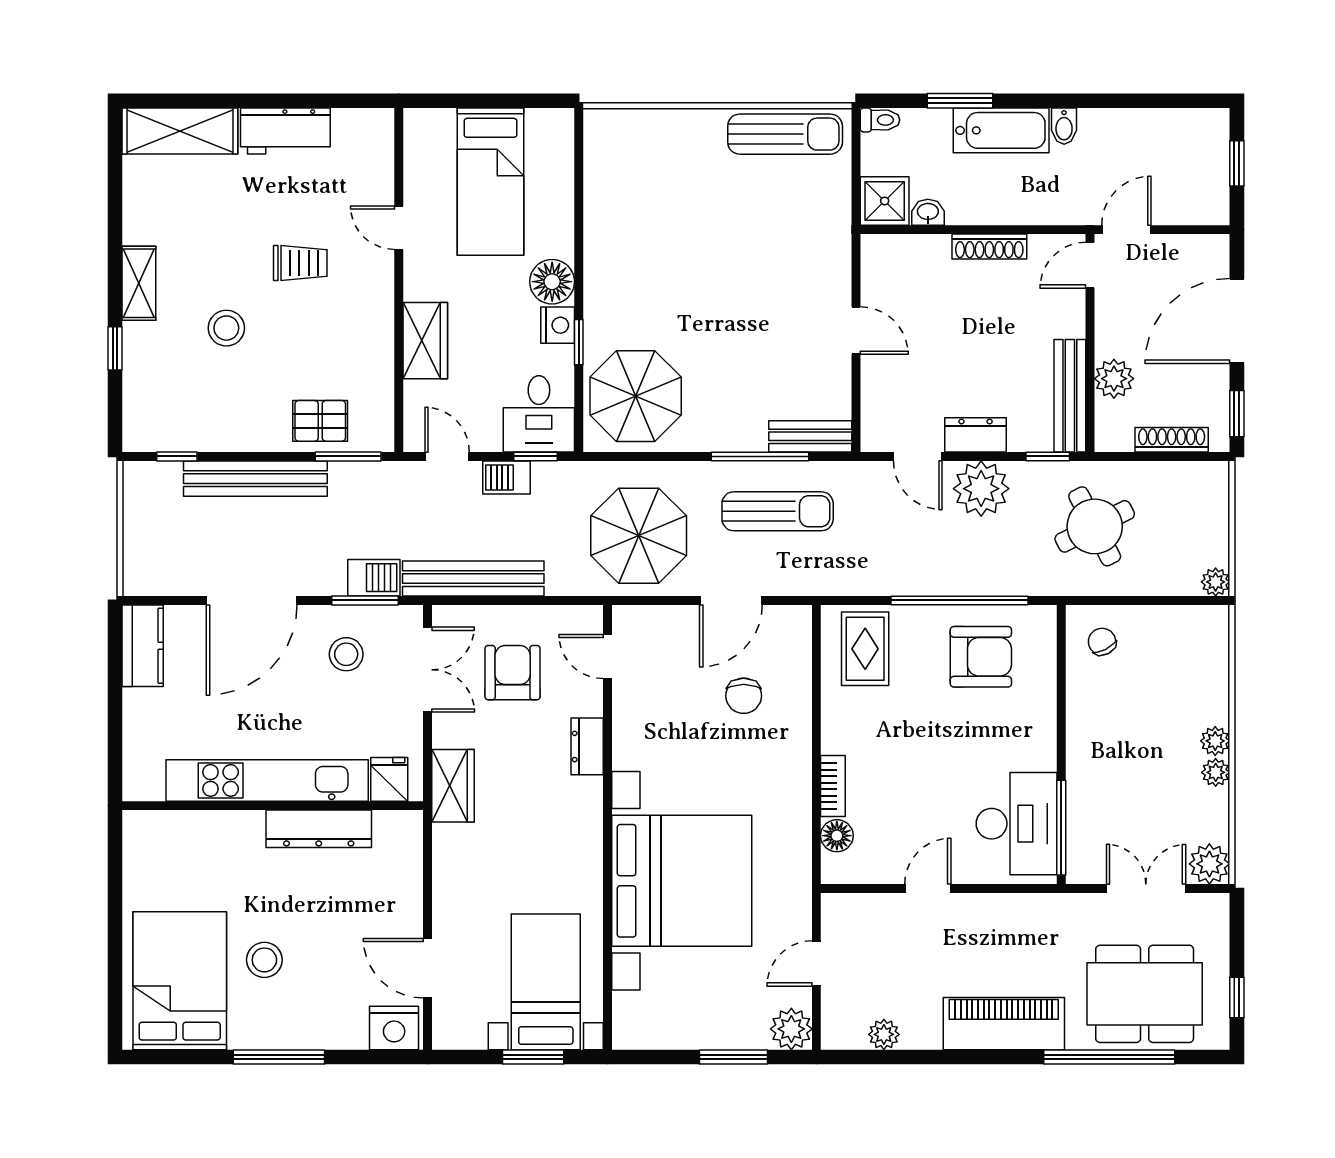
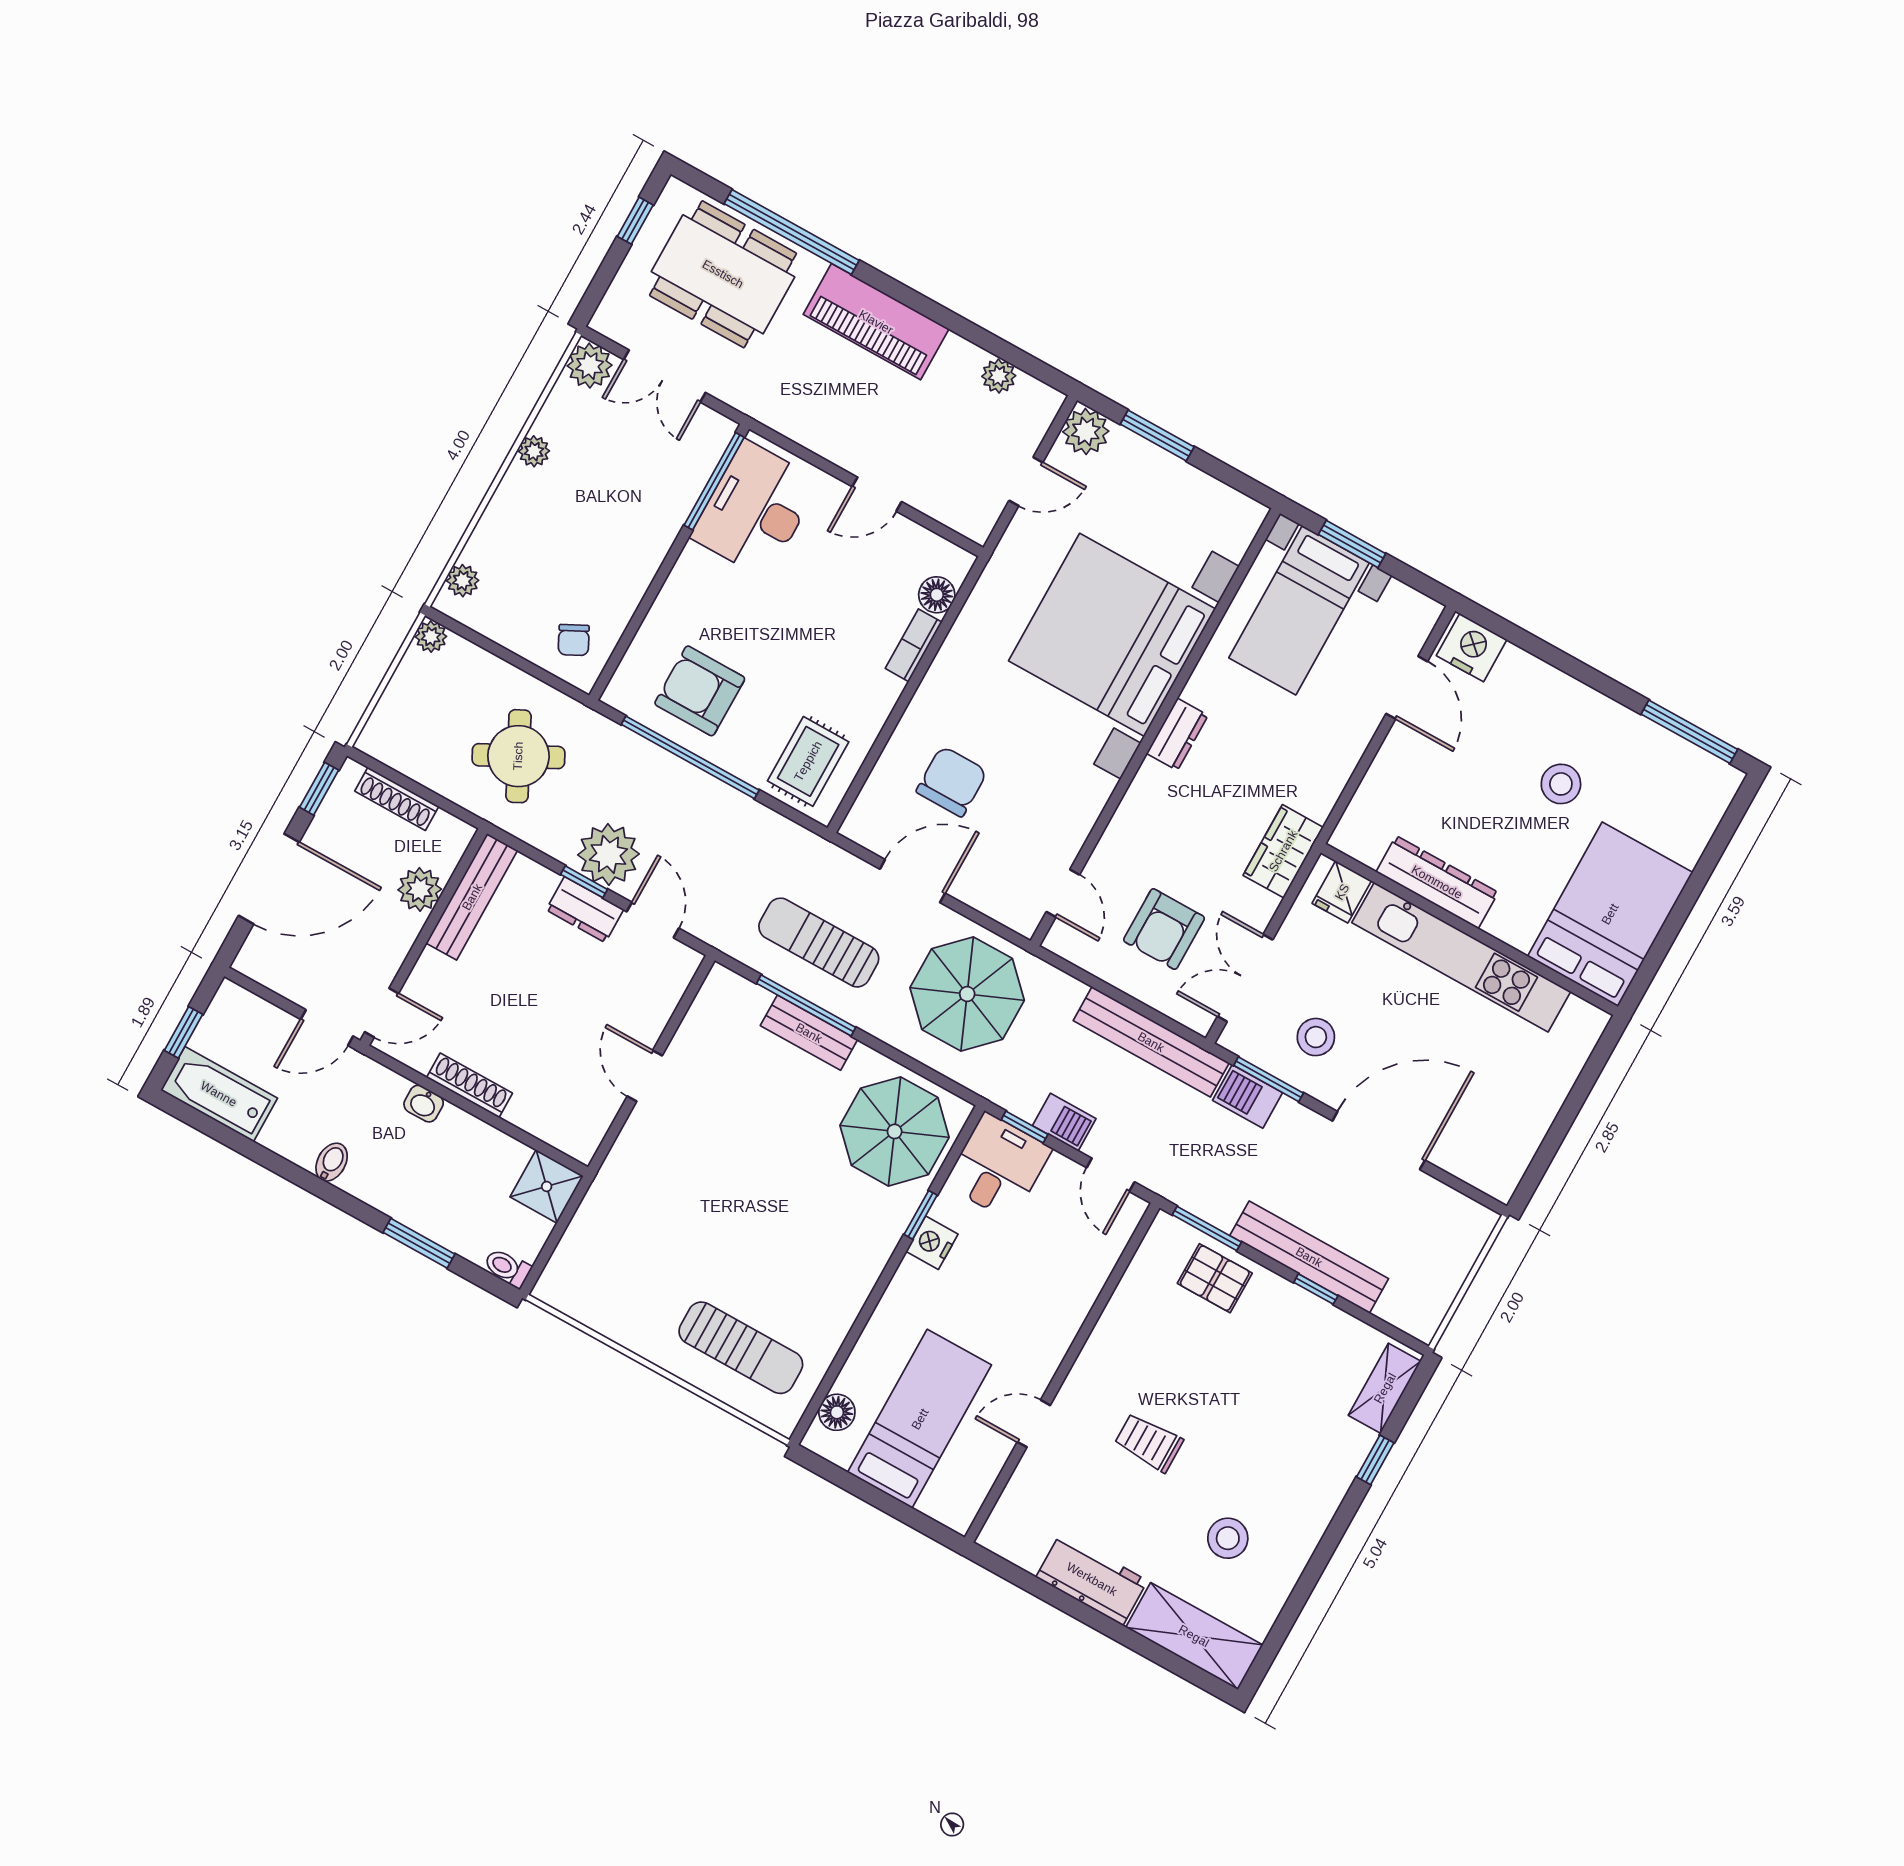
bathtub: (1001, 130) -> (219, 1094), moved
sun lounger: (785, 134) -> (741, 1348), moved, turned 180
washbasin: (928, 212) -> (424, 1104), moved
door: (399, 228) -> (1034, 1424), swing flipped
floor lamp: (552, 282) -> (837, 1412), moved, width x0.73, depth x0.73
shelving: (139, 283) -> (1385, 1388), moved
stool: (226, 328) -> (1228, 1538), moved
wardrobe: (425, 341) -> (1069, 1299), removed
bench: (810, 436) -> (809, 1033), moved
window: (177, 456) -> (1316, 1289), moved
window: (1048, 456) -> (584, 882), moved
kitchen counter: (143, 646) -> (1509, 1156), removed
chair: (744, 696) -> (952, 781), width x1.37, depth x1.37
plant: (1215, 741) -> (463, 581), moved
dresser: (587, 746) -> (1177, 734), moved
bed: (180, 981) -> (1610, 914), moved, turned 180
window: (279, 1057) -> (1689, 732), moved

